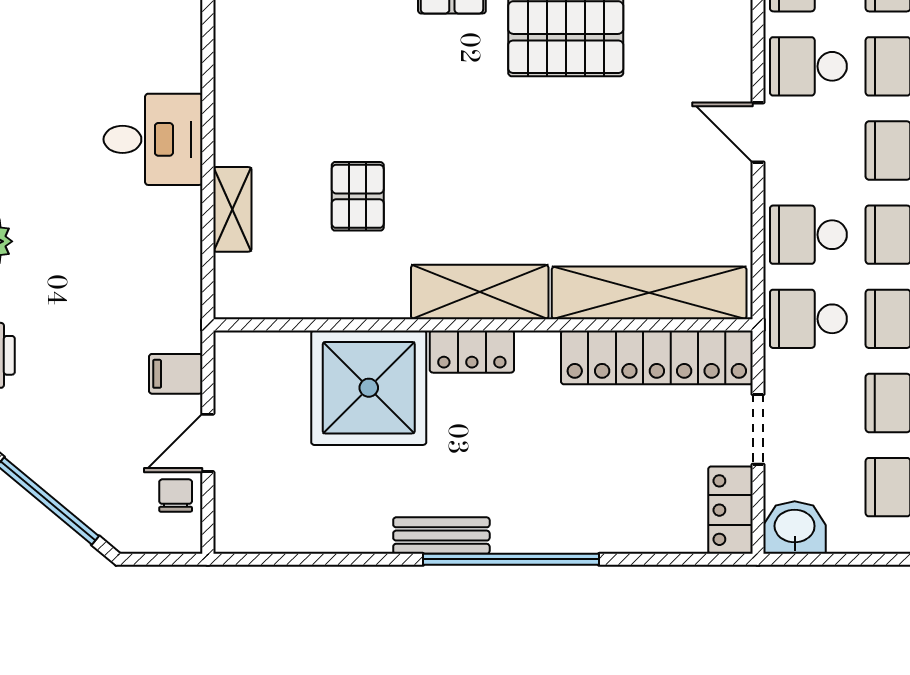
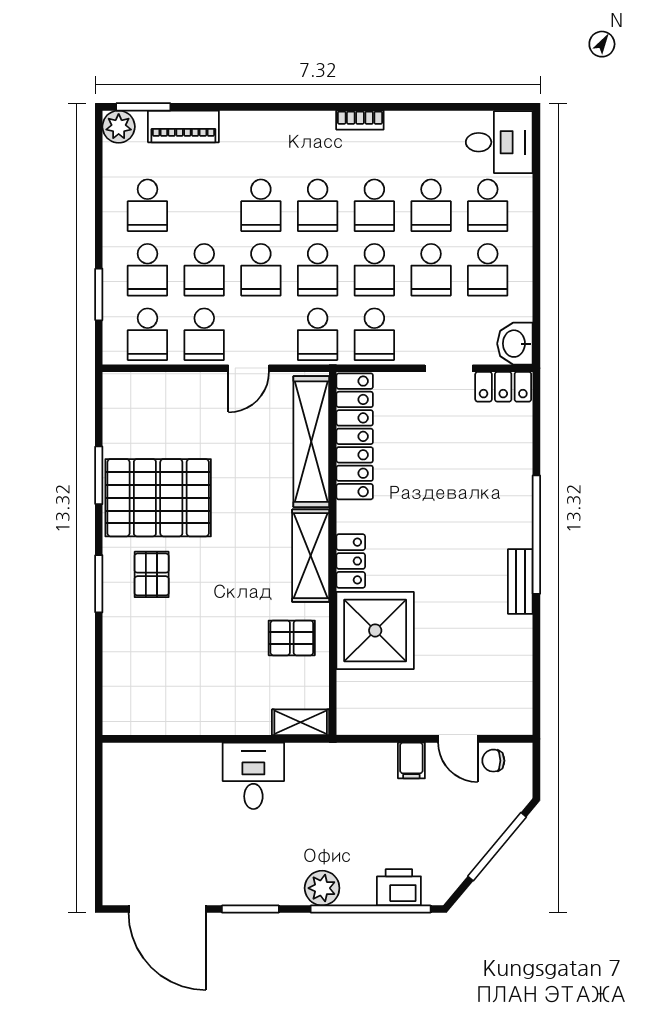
shelving: (480, 292) -> (311, 556), moved
shelving: (649, 293) -> (311, 442), moved
wall: (483, 325) -> (333, 554), moved
locker: (472, 352) -> (351, 561), moved
locker: (657, 357) -> (355, 436), moved
shower: (369, 388) -> (375, 630), moved

